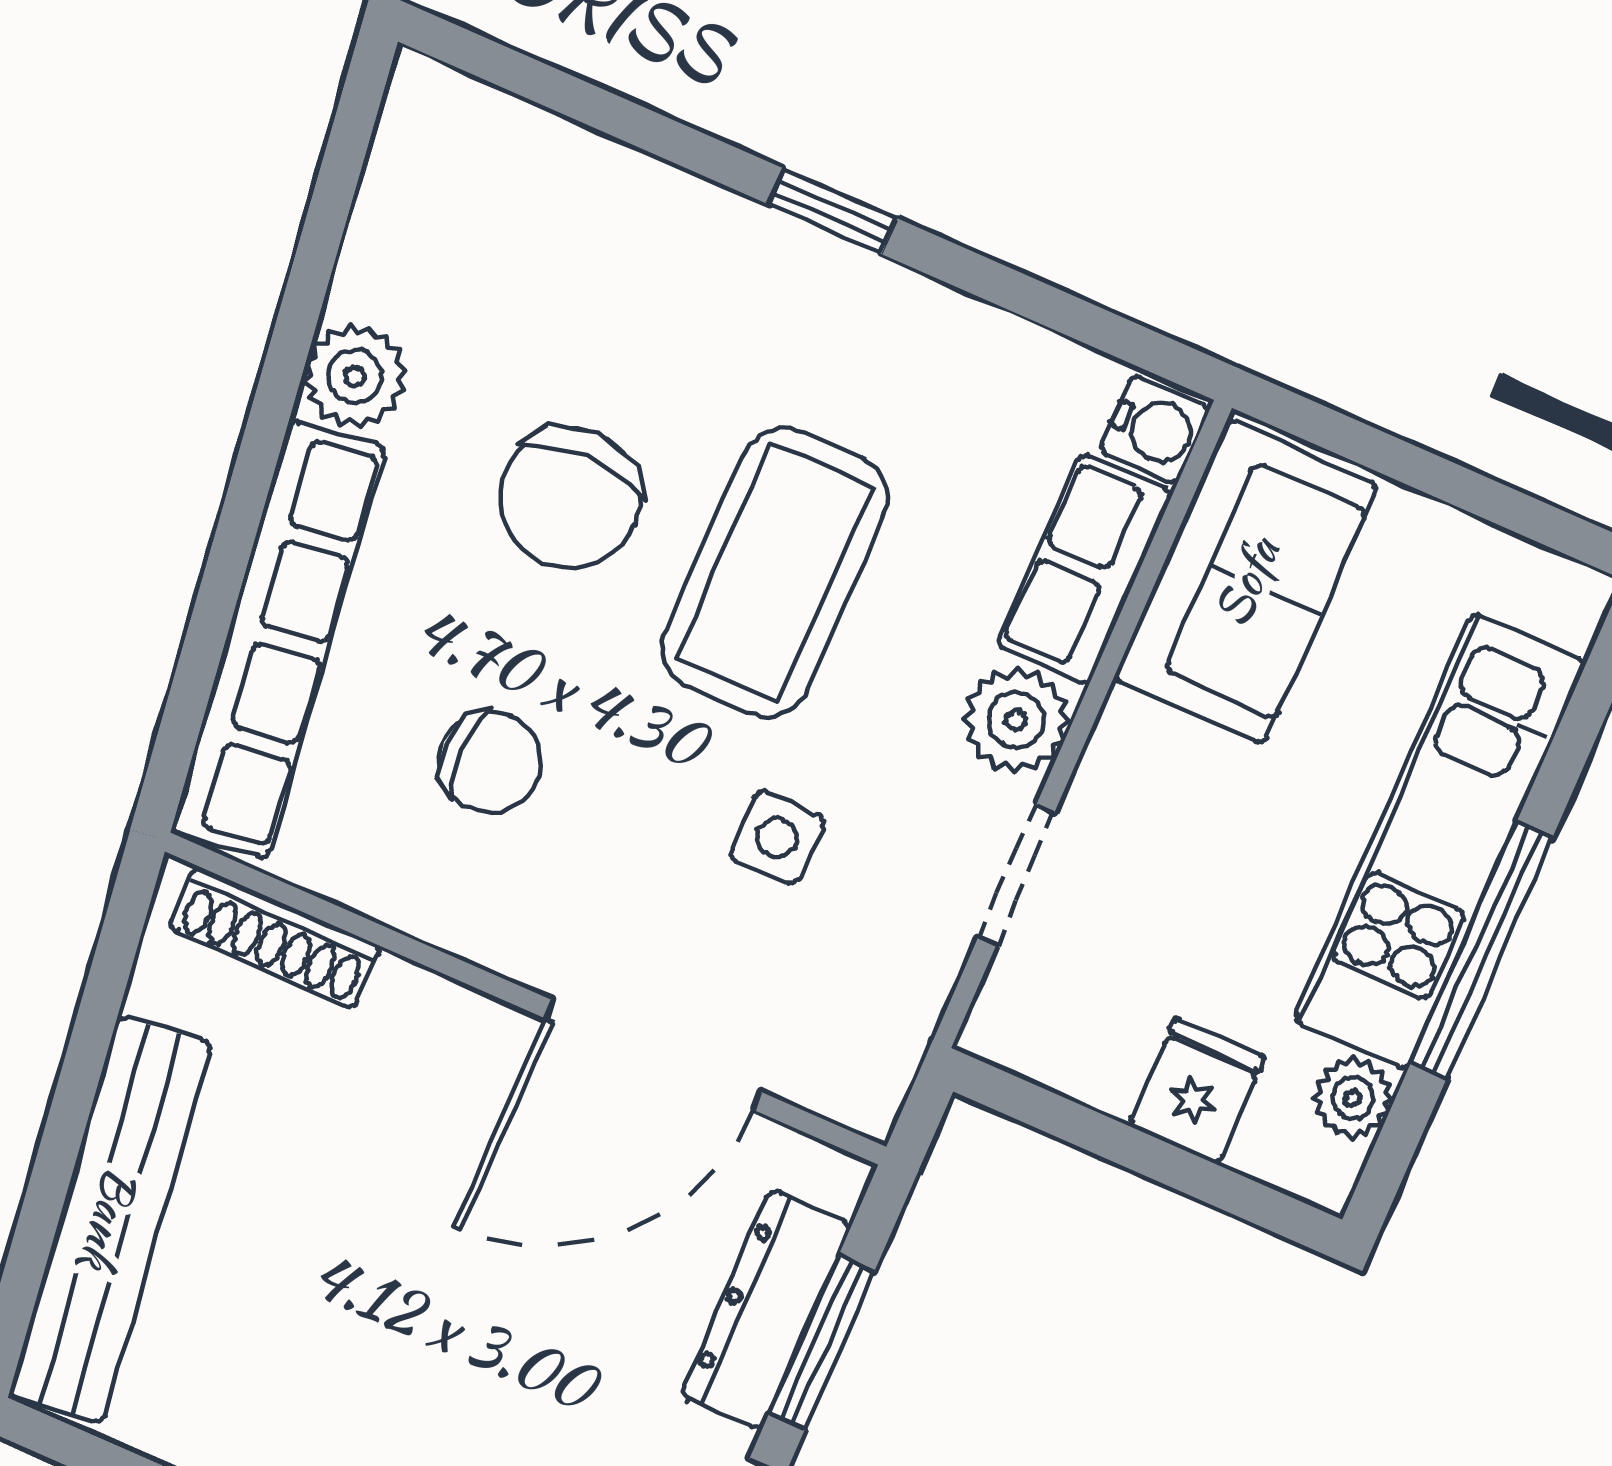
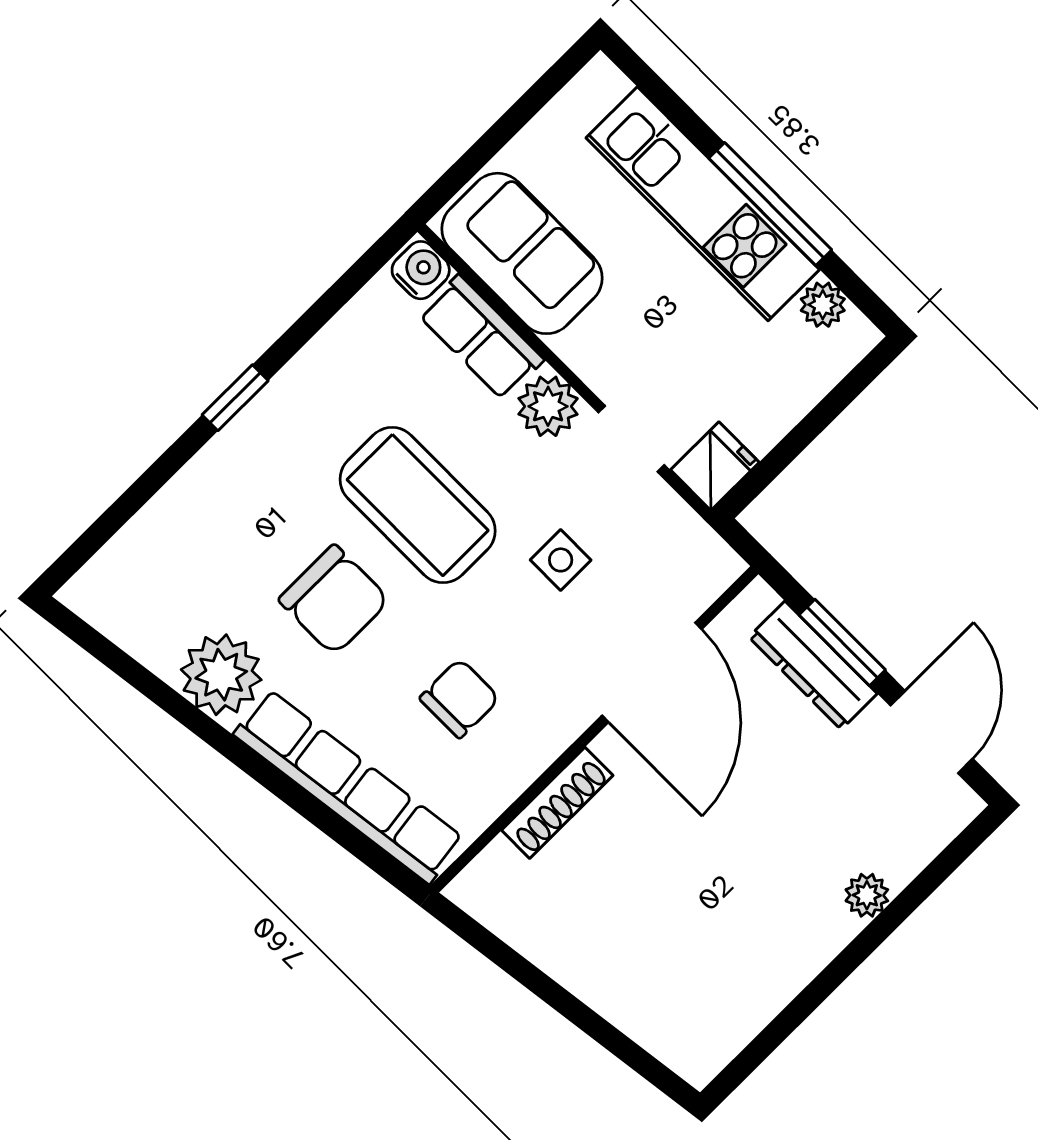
plant: (355, 376) -> (221, 675), width x1.36, depth x1.36
shoe rack: (275, 937) -> (557, 803), moved
fridge: (1197, 1091) -> (715, 466), moved, turned 90
bench: (110, 1219) -> (626, 1000), removed

